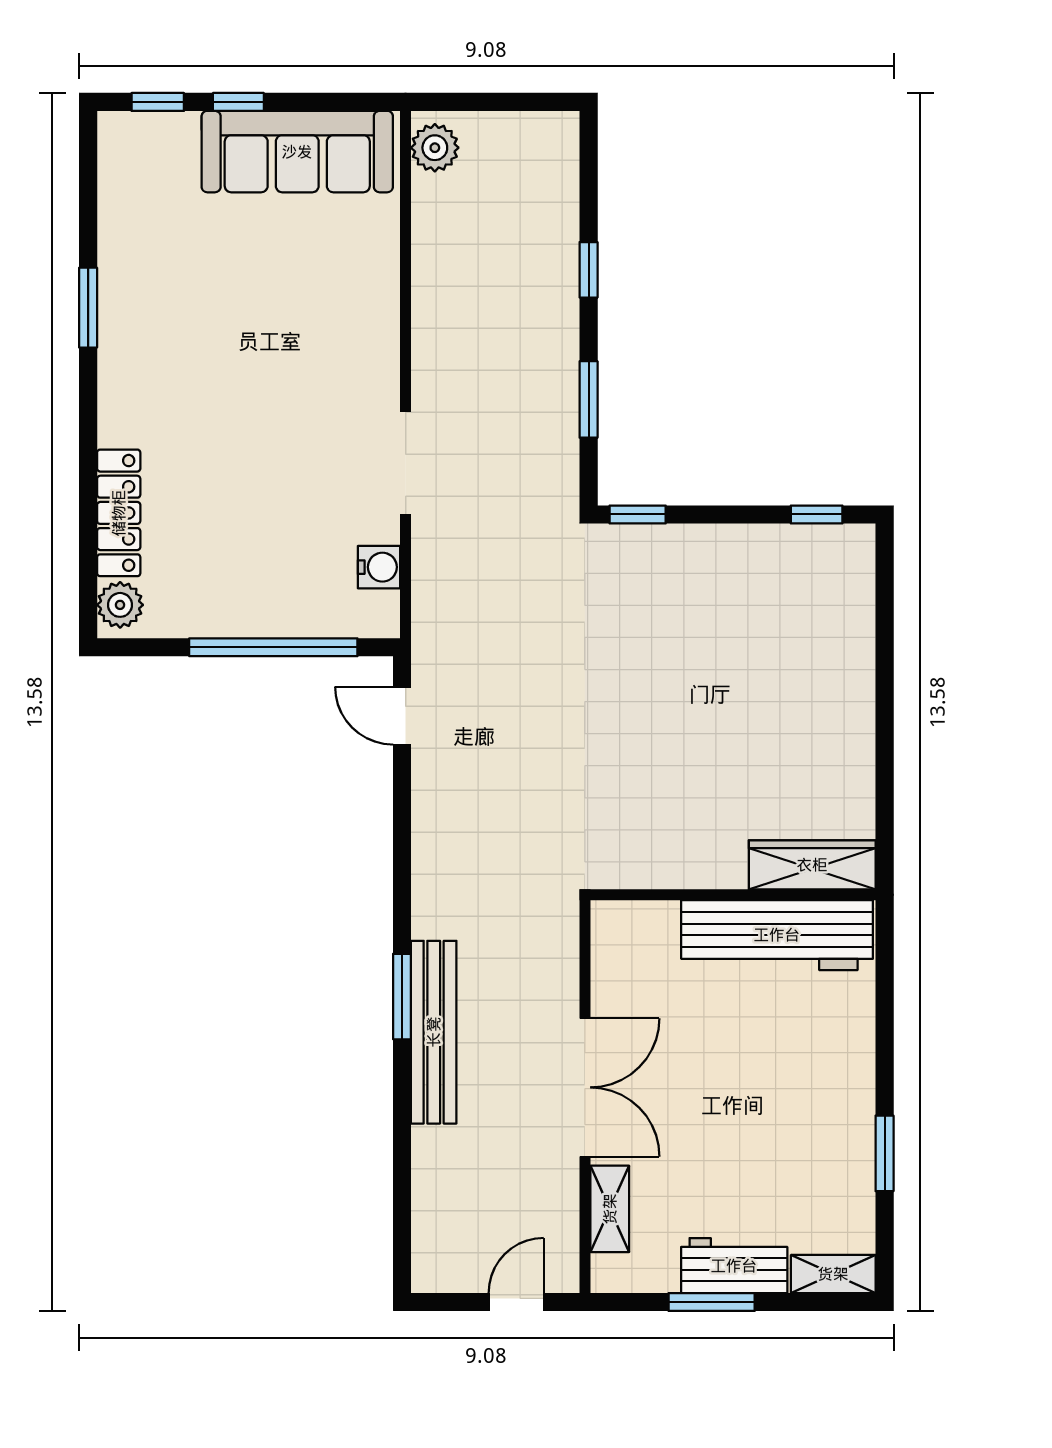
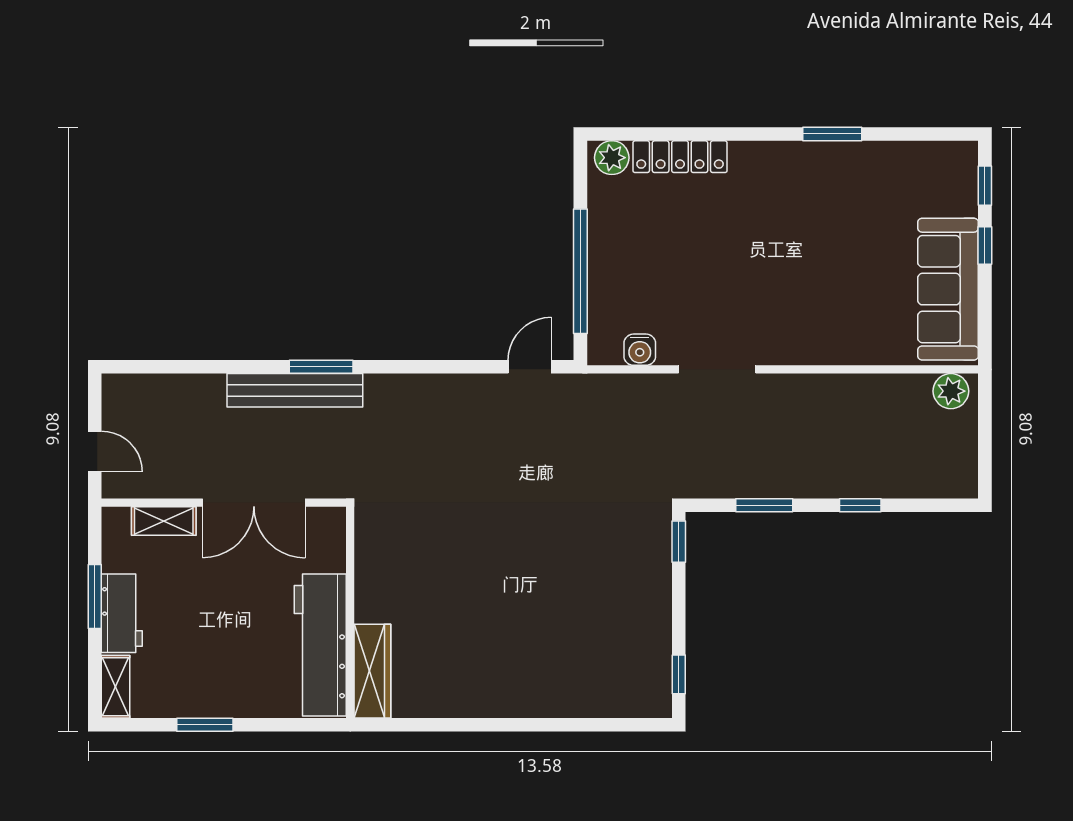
wardrobe: (812, 865) -> (372, 671), moved
wall: (733, 895) -> (350, 612), moved
workbench: (777, 935) -> (320, 645), moved

